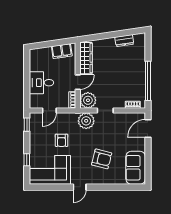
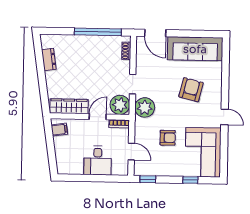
filing cabinet: (62, 51) -> (59, 130), width x0.50
door: (78, 82) -> (98, 117), hinge flipped
sofa: (136, 168) -> (195, 49), width x1.36

